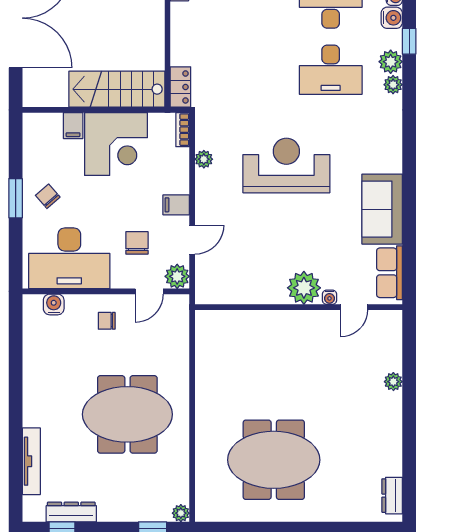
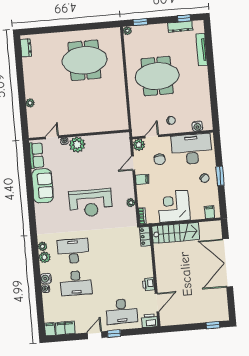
window: (409, 41) -> (37, 268), removed
filing cabinet: (73, 126) -> (210, 212), moved

